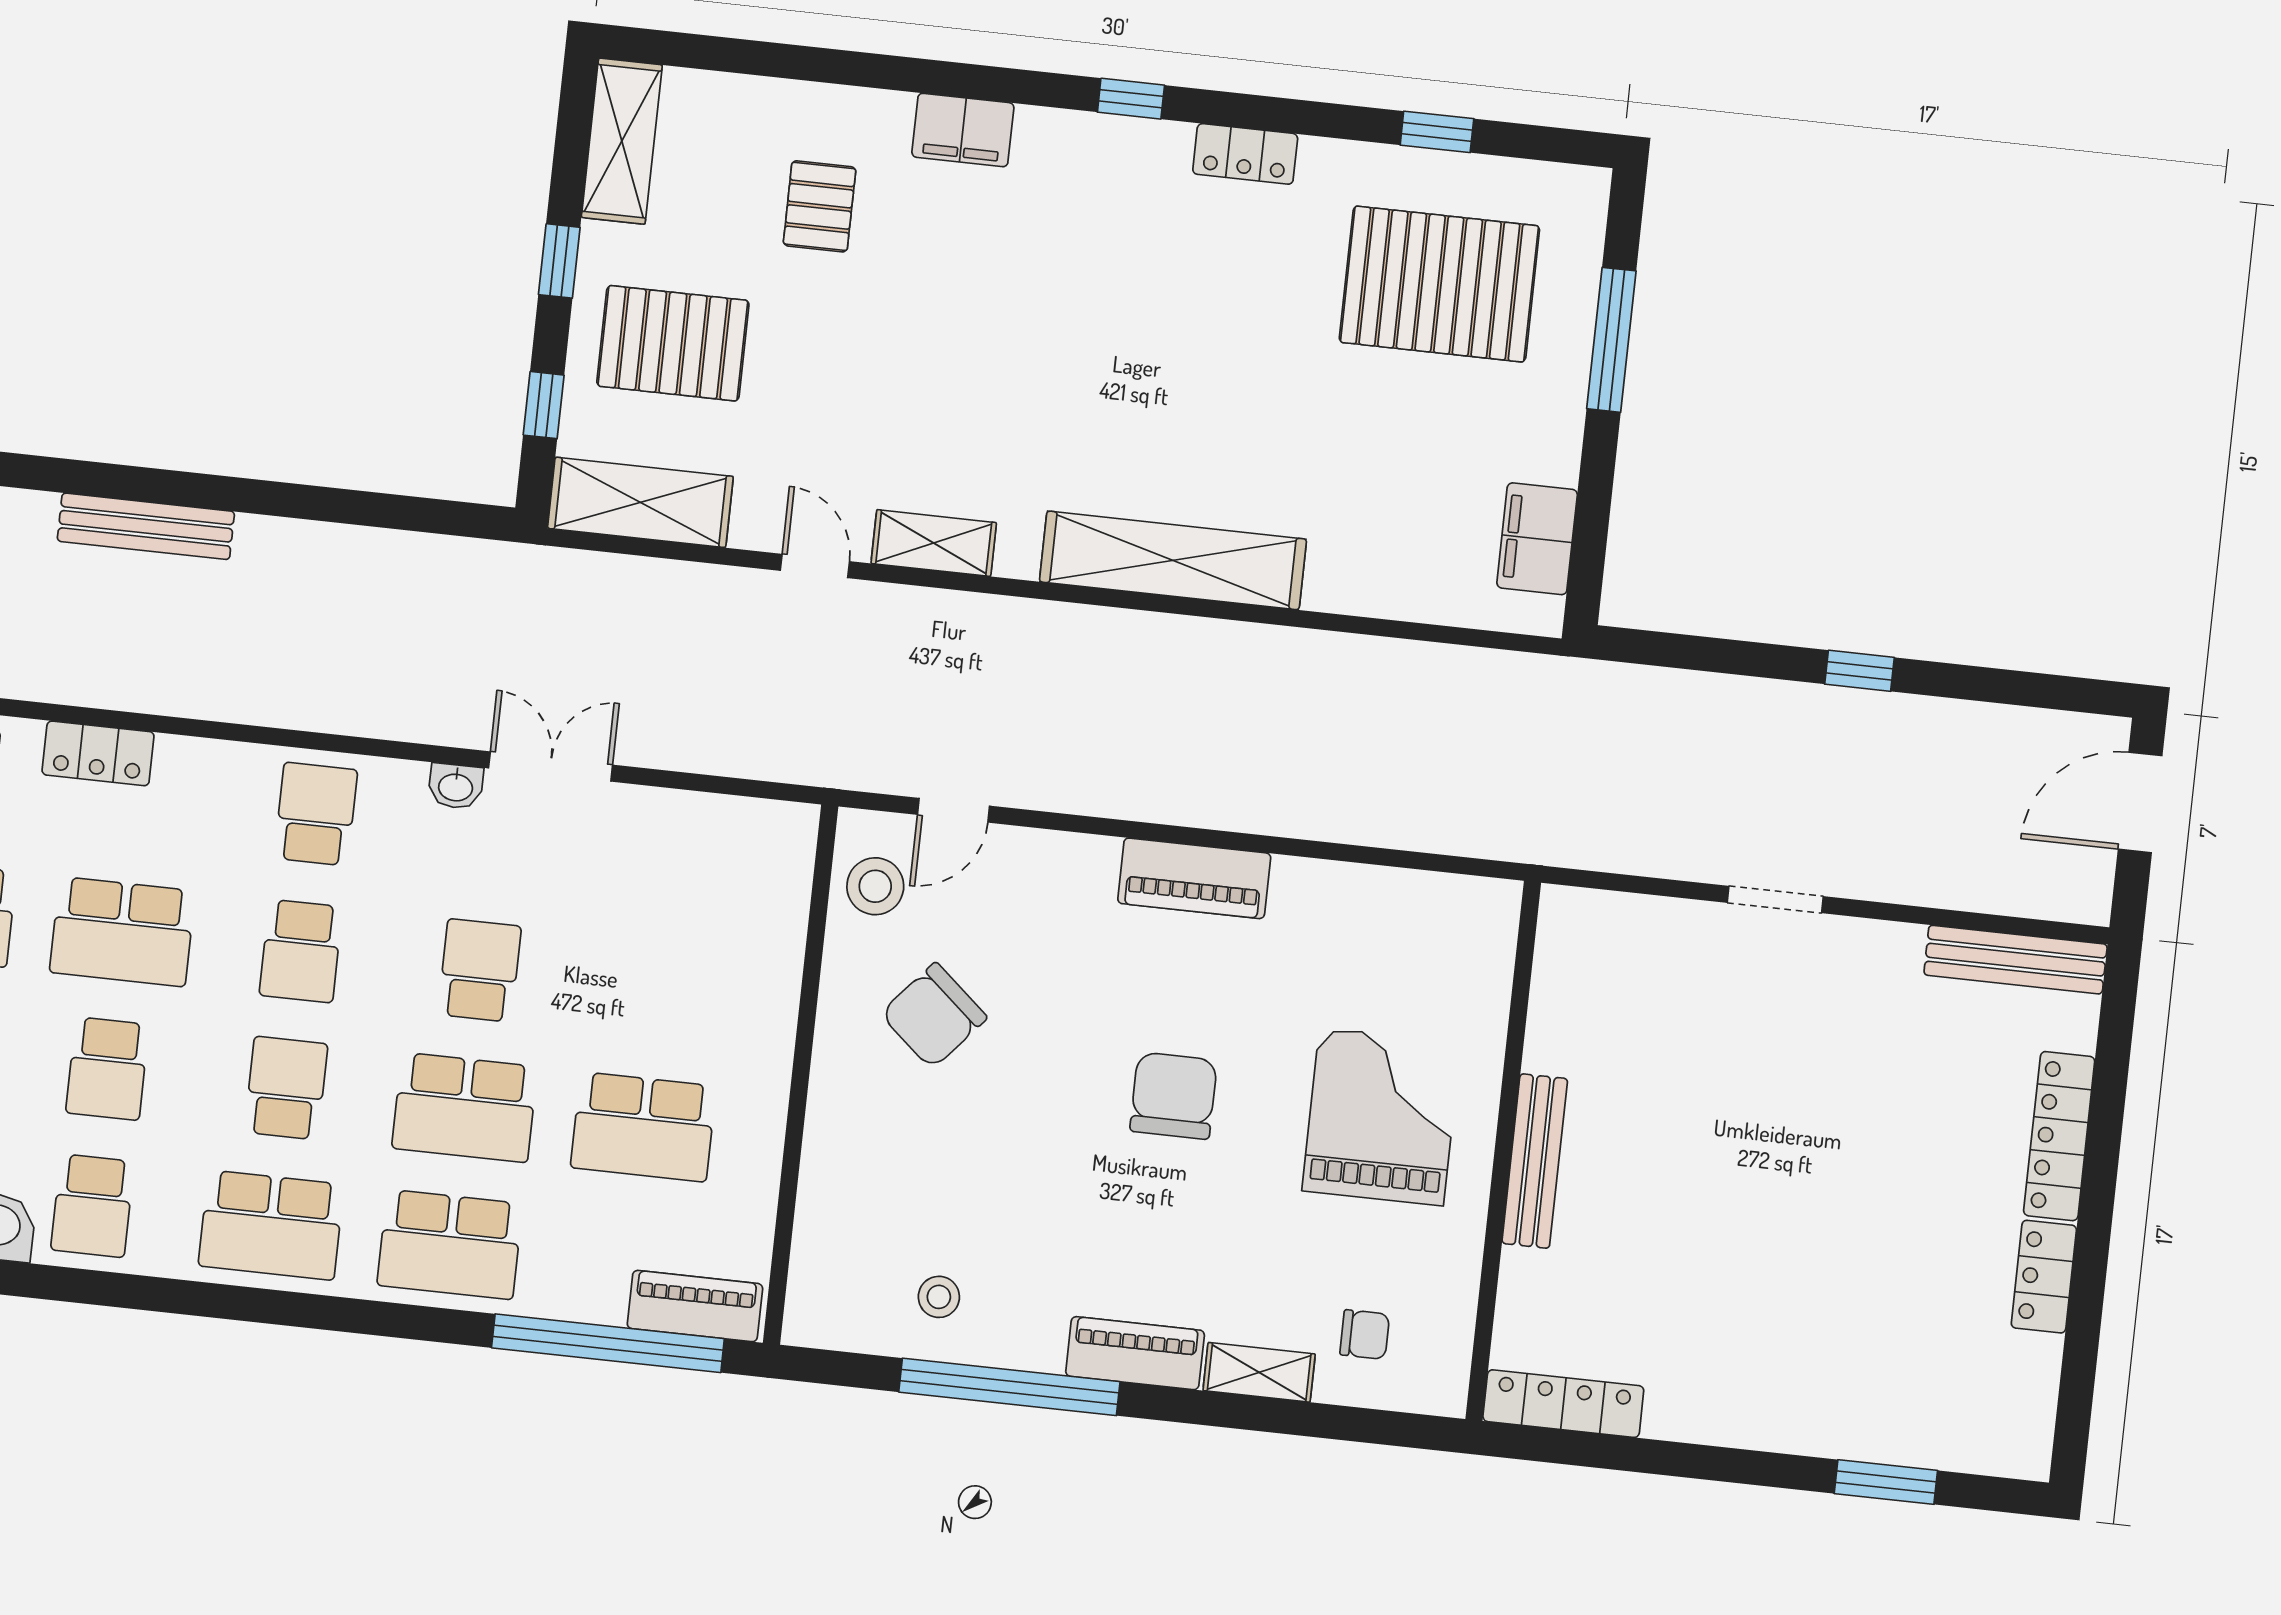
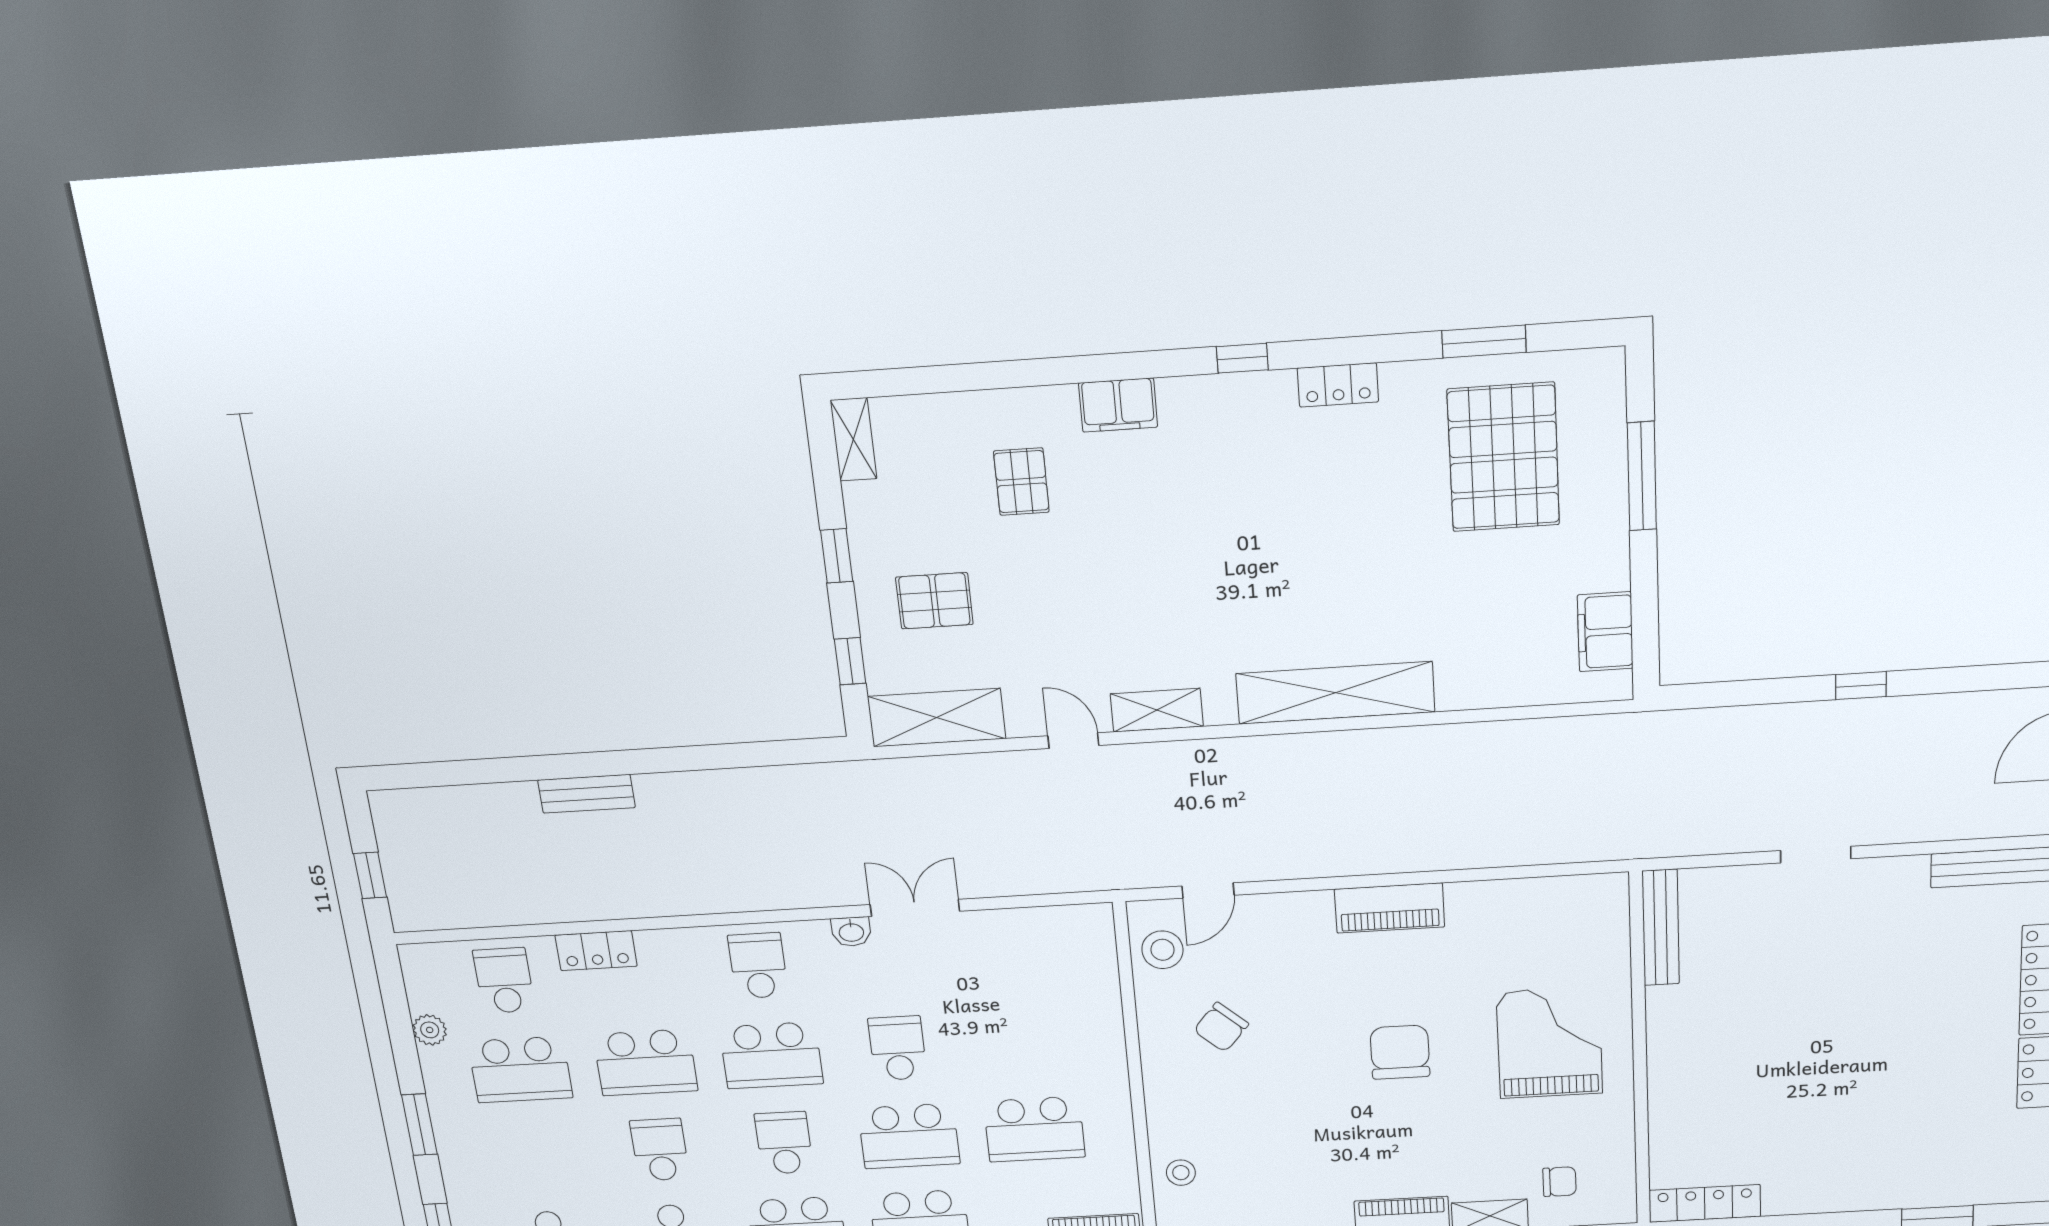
window: (1437, 132) -> (1484, 342), width x1.50
shelving: (622, 141) -> (854, 439), width x0.67, depth x0.75
pallet: (1439, 284) -> (1503, 457), turned 90
pallet: (673, 343) -> (934, 601), width x0.67, depth x0.71
bench: (146, 526) -> (587, 794), width x0.73
school desk: (301, 951) -> (771, 1055), width x1.85
chair: (934, 1016) -> (1221, 1027), width x0.73, depth x0.73
school desk: (107, 1069) -> (660, 1150), turned 180
bench: (1535, 1161) -> (1661, 928), moved
stool: (939, 1297) -> (1181, 1173), moved

